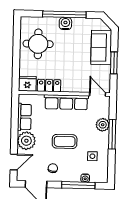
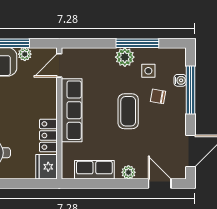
plant: (106, 70) -> (25, 54), added
plant: (103, 125) -> (125, 57), moved
window: (112, 134) -> (137, 43), moved
plant: (26, 141) -> (128, 172), width x0.53, depth x0.53
chair: (53, 168) -> (158, 96), moved

